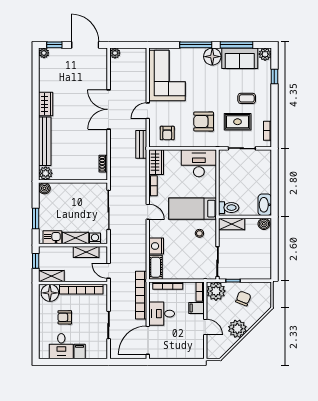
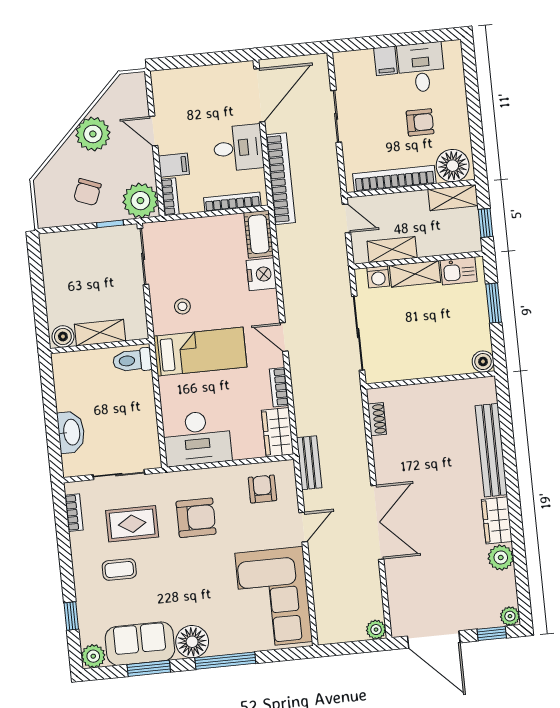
window: (236, 45) -> (149, 668), width x0.69
plant: (46, 173) -> (501, 558), moved
washbasin: (265, 205) -> (71, 432), moved
shelving: (232, 224) -> (100, 333), moved

